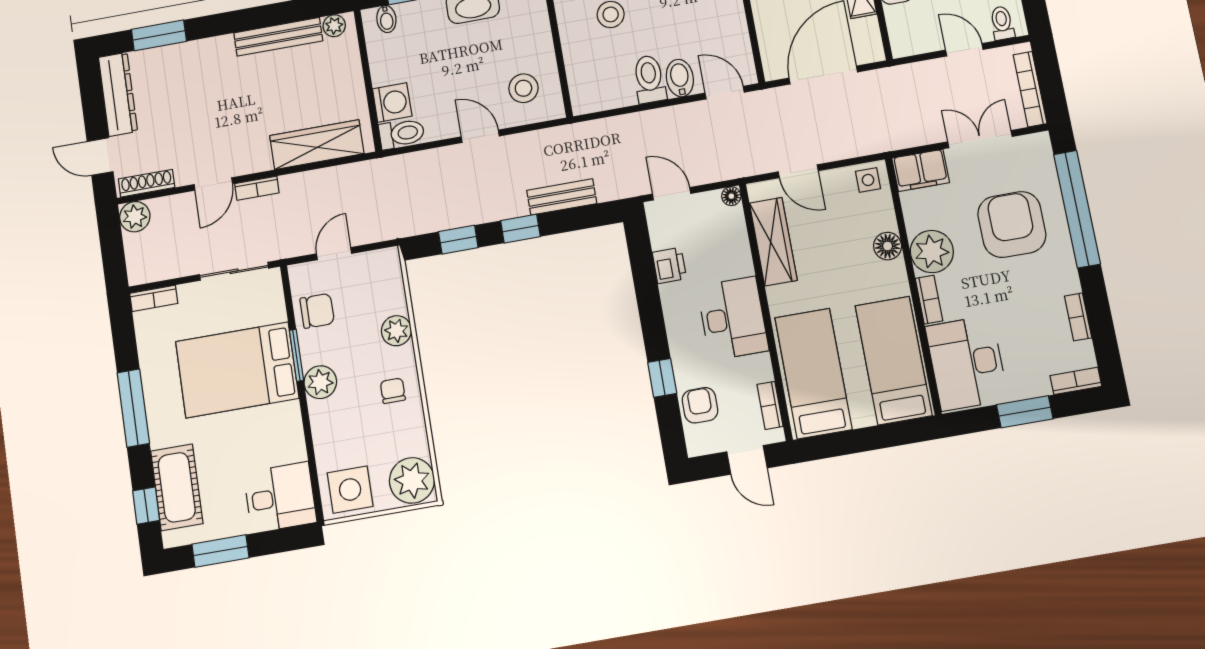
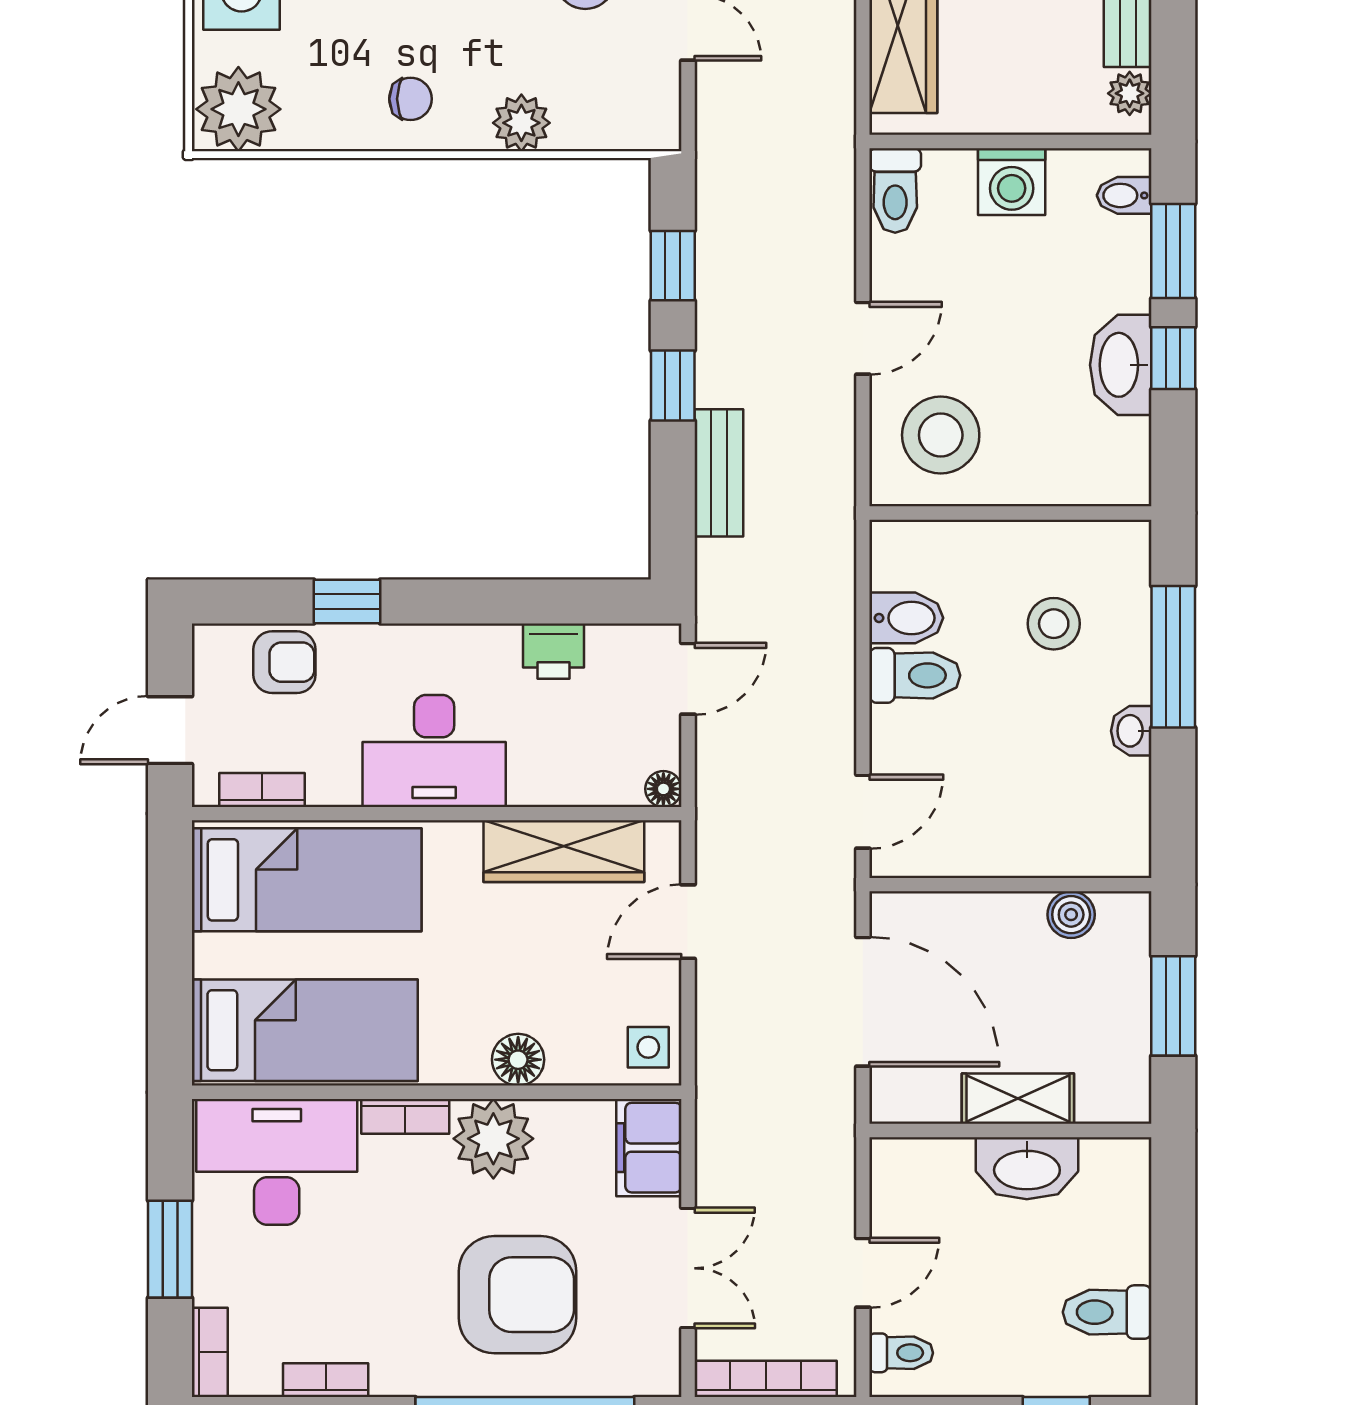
bidet: (680, 78) -> (906, 618), moved
stool: (523, 88) -> (941, 435), width x1.38, depth x1.38
washing machine: (392, 102) -> (1012, 182), moved

